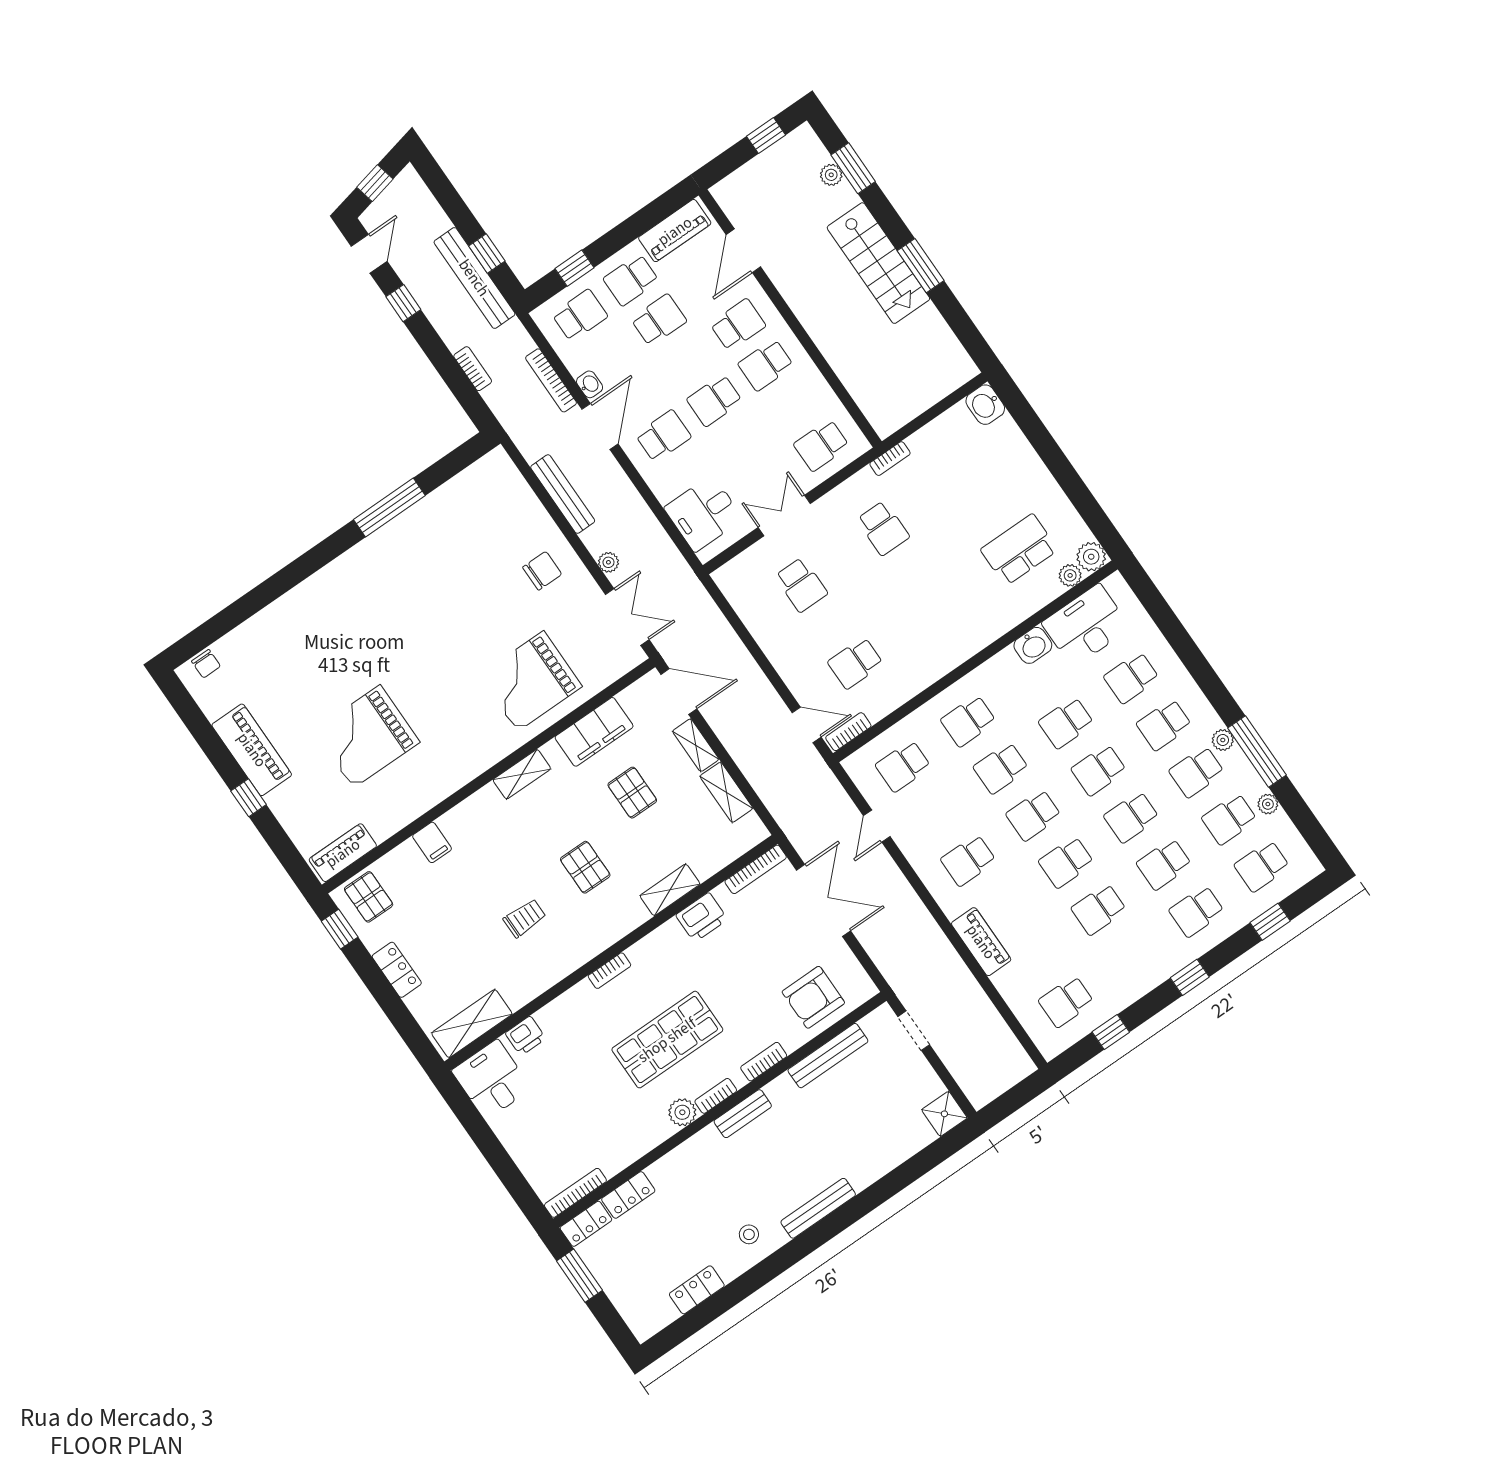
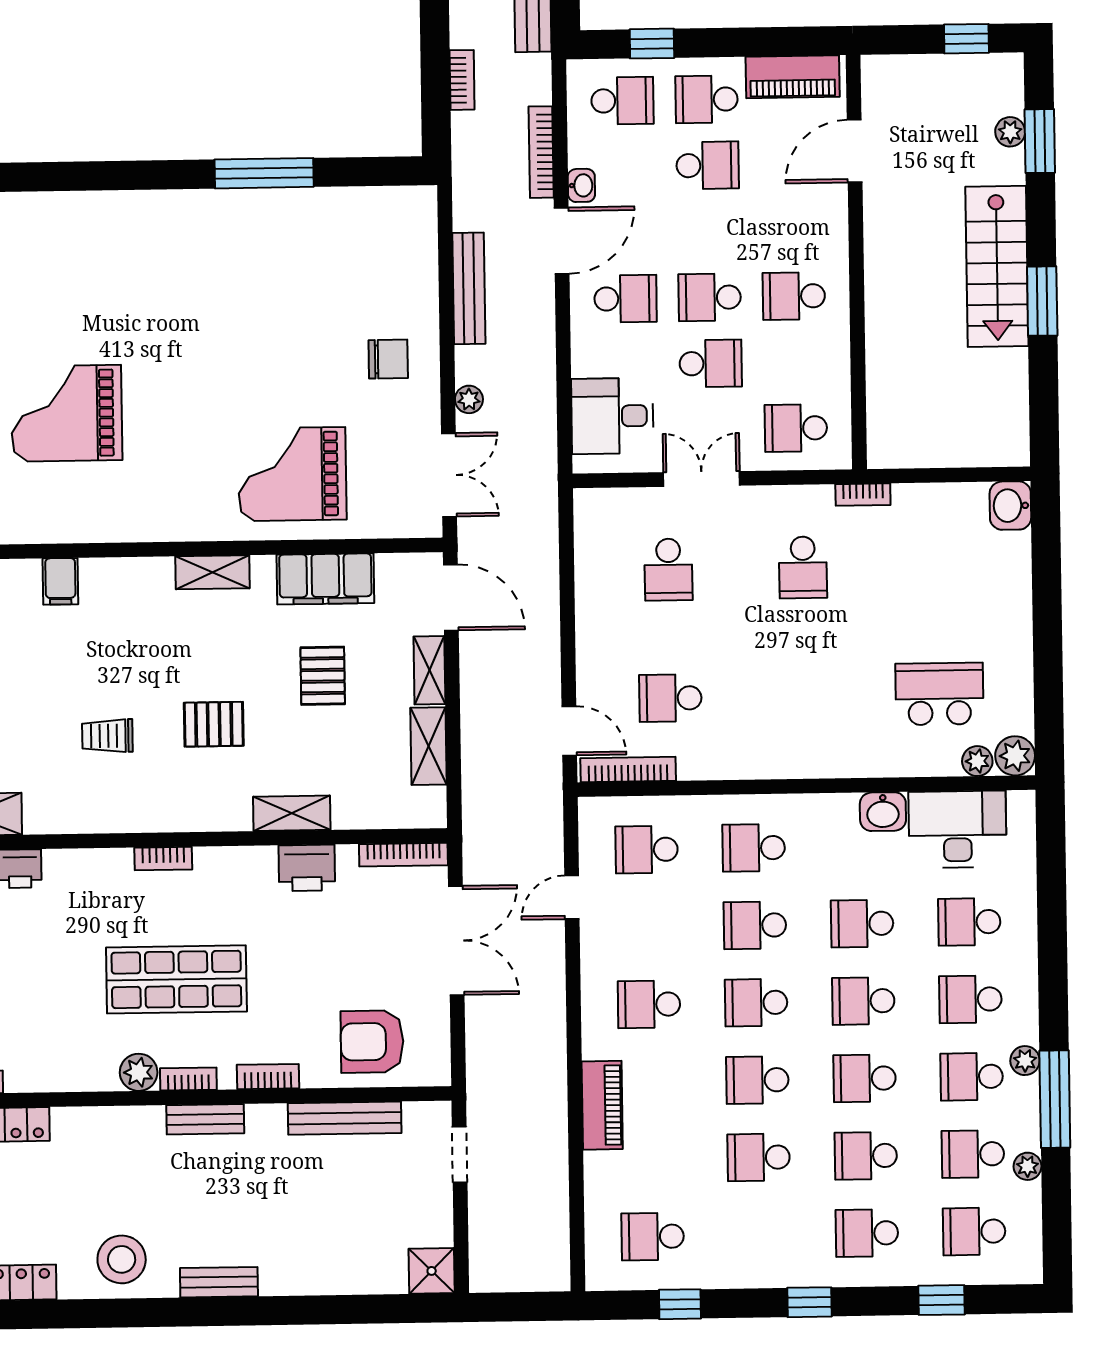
school desk: (738, 325) -> (711, 363), moved
bookcase: (848, 732) -> (628, 770), width x1.56
pallet: (585, 867) -> (214, 724), turned 90
trolley: (525, 918) -> (107, 736), turned 180
bench: (818, 1208) -> (219, 1282), width x0.73
stool: (749, 1234) -> (122, 1259), width x1.89, depth x1.89

